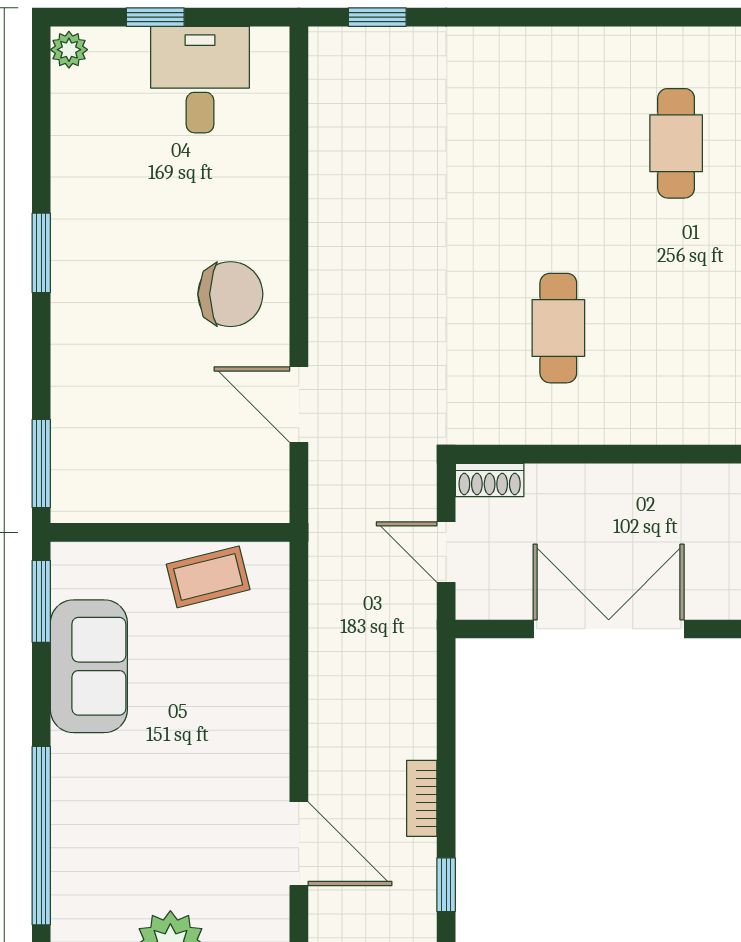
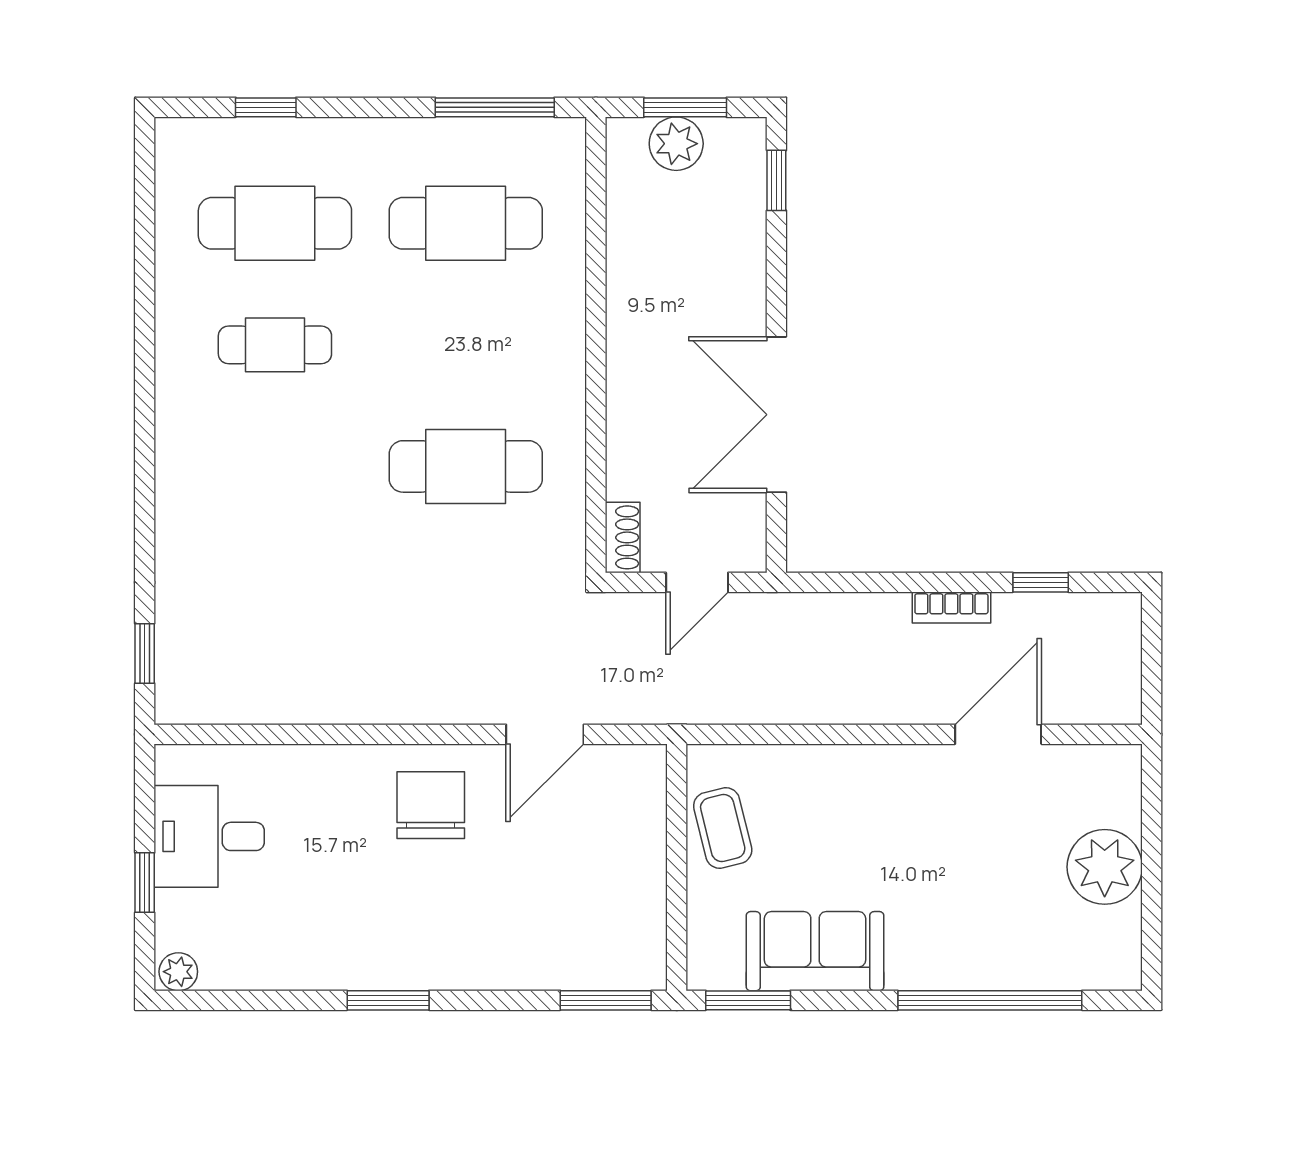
cafe table: (558, 328) -> (466, 466), width x1.37, depth x1.35

